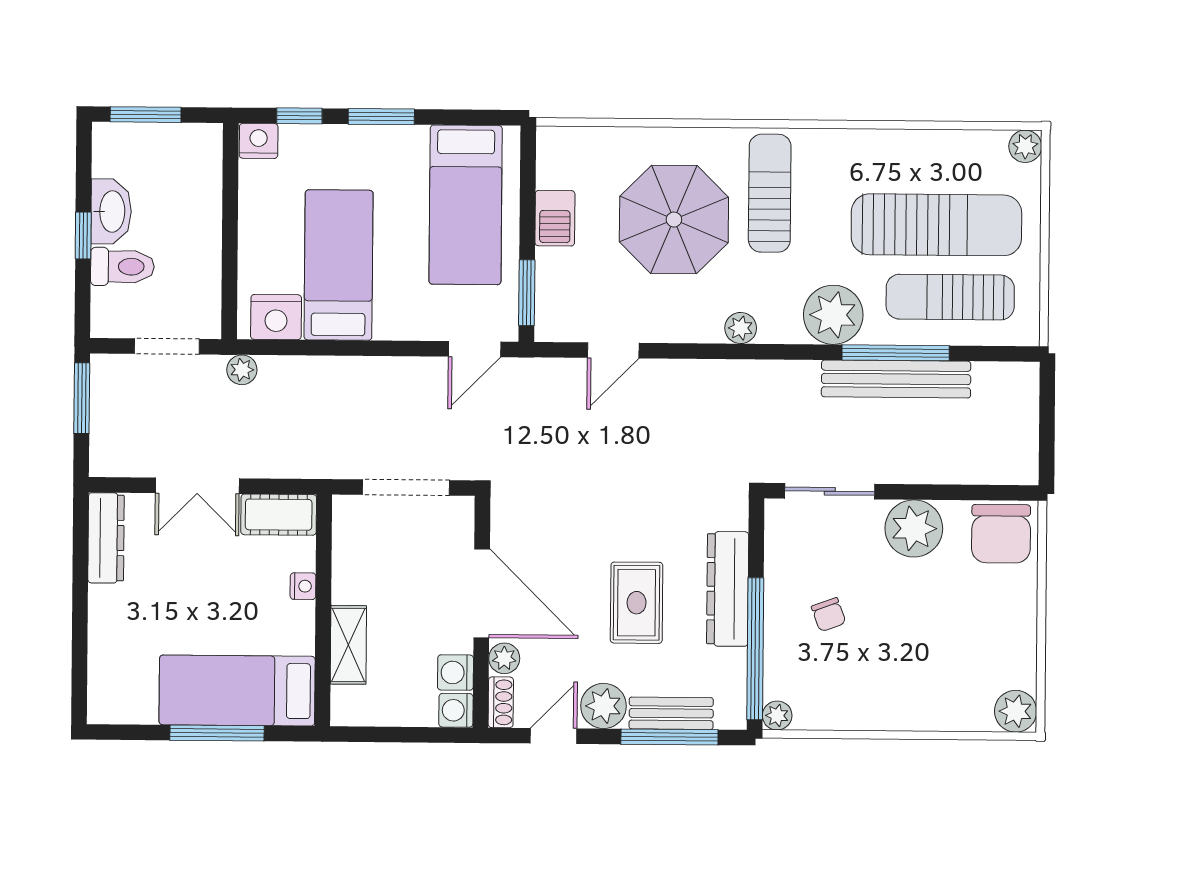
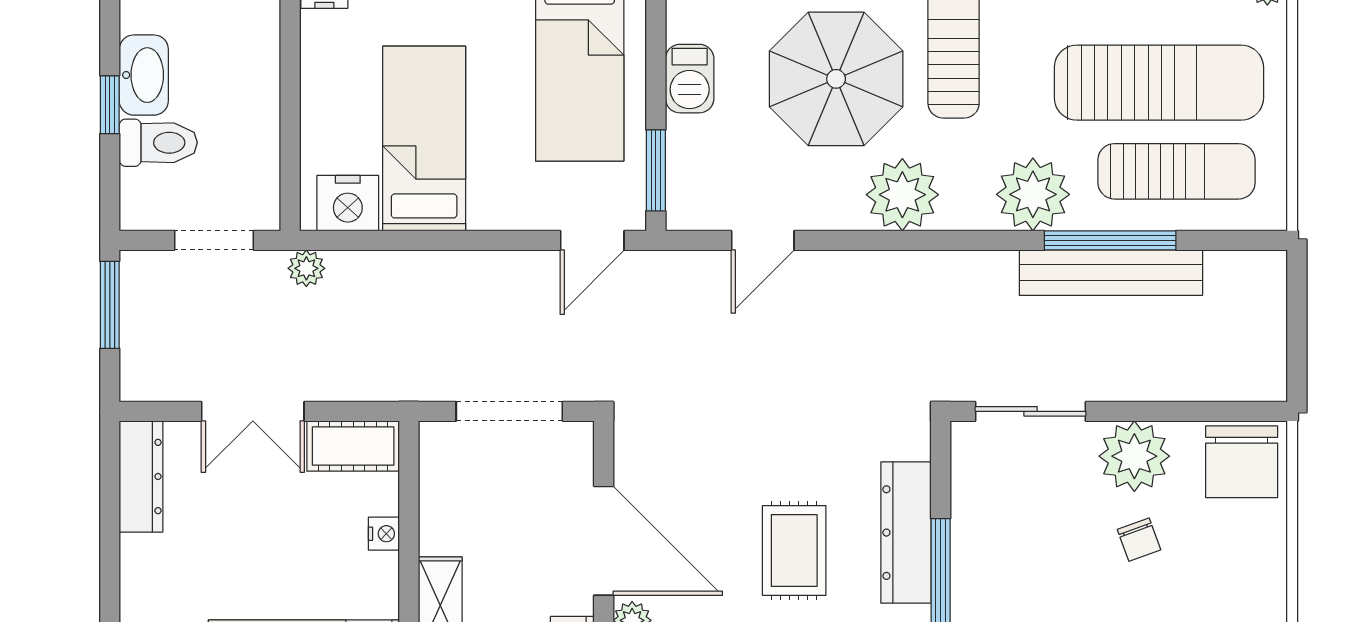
sun lounger: (950, 297) -> (1177, 171), turned 180
plant: (741, 328) -> (902, 195), width x1.87, depth x1.87
chair: (829, 615) -> (1139, 540), moved

